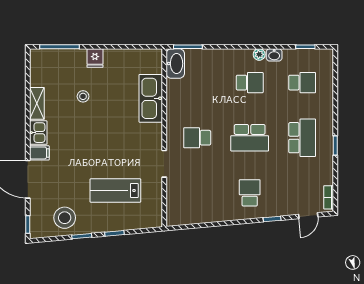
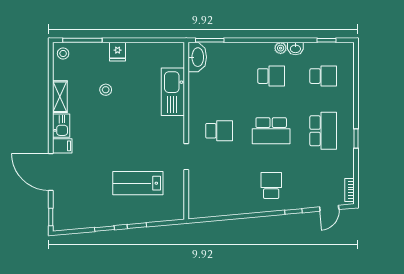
school desk: (197, 138) -> (219, 131), turned 180
stool: (65, 218) -> (63, 53), moved, width x0.53, depth x0.53

